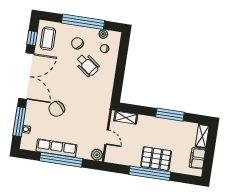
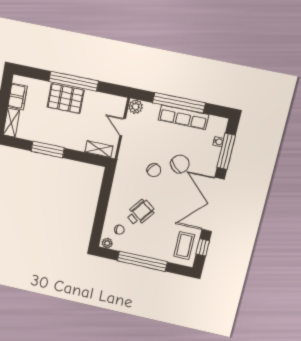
plant: (103, 34) -> (107, 243), moved
chair: (77, 43) -> (154, 170), moved
wheelchair: (87, 65) -> (140, 212), turned 90

